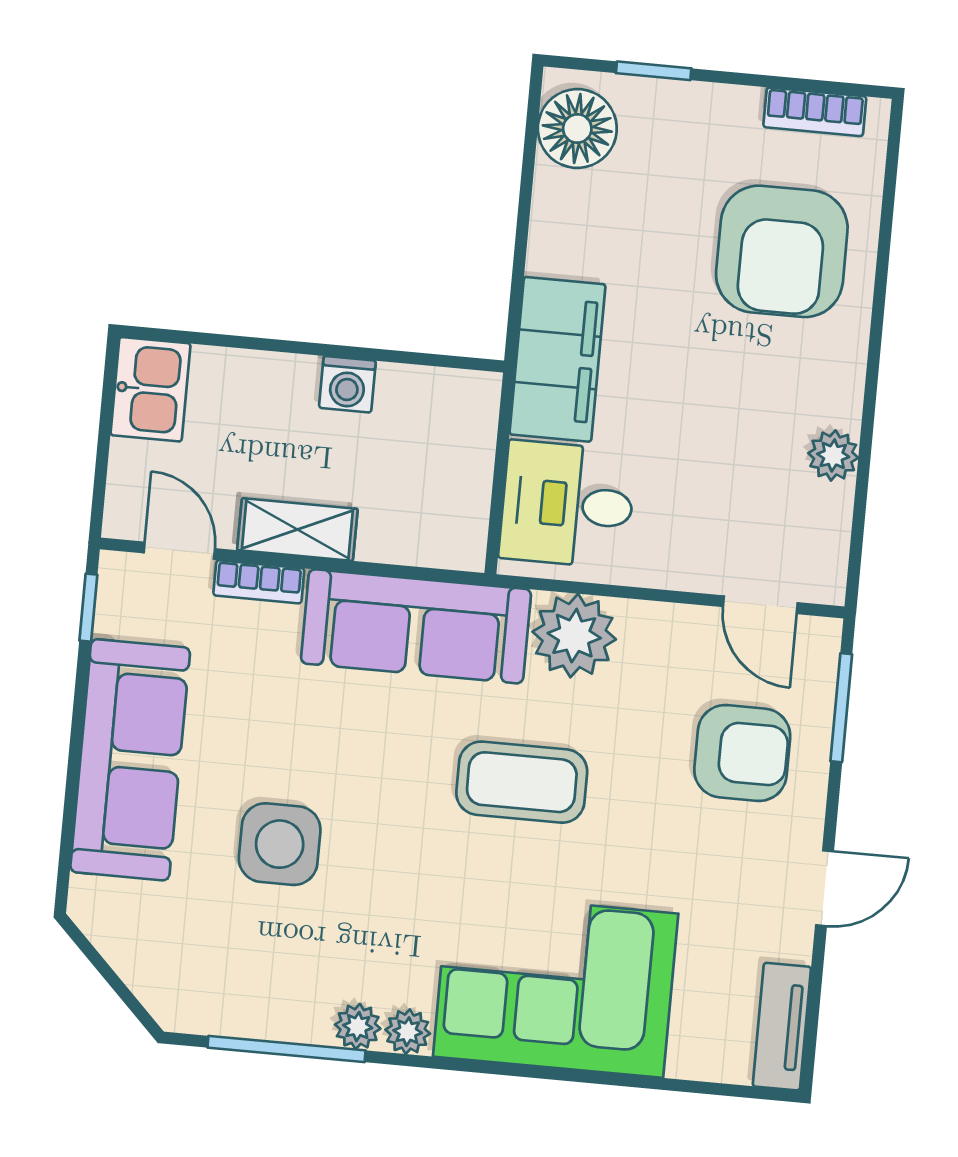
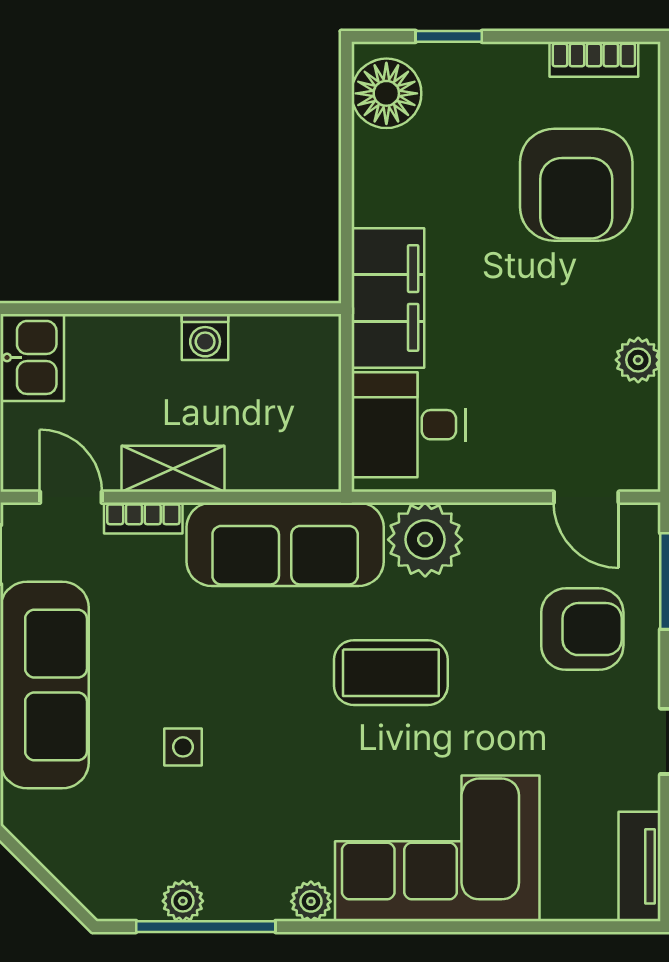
side table: (280, 844) -> (183, 747), width x0.54, depth x0.54
plant: (358, 1027) -> (183, 901), moved

